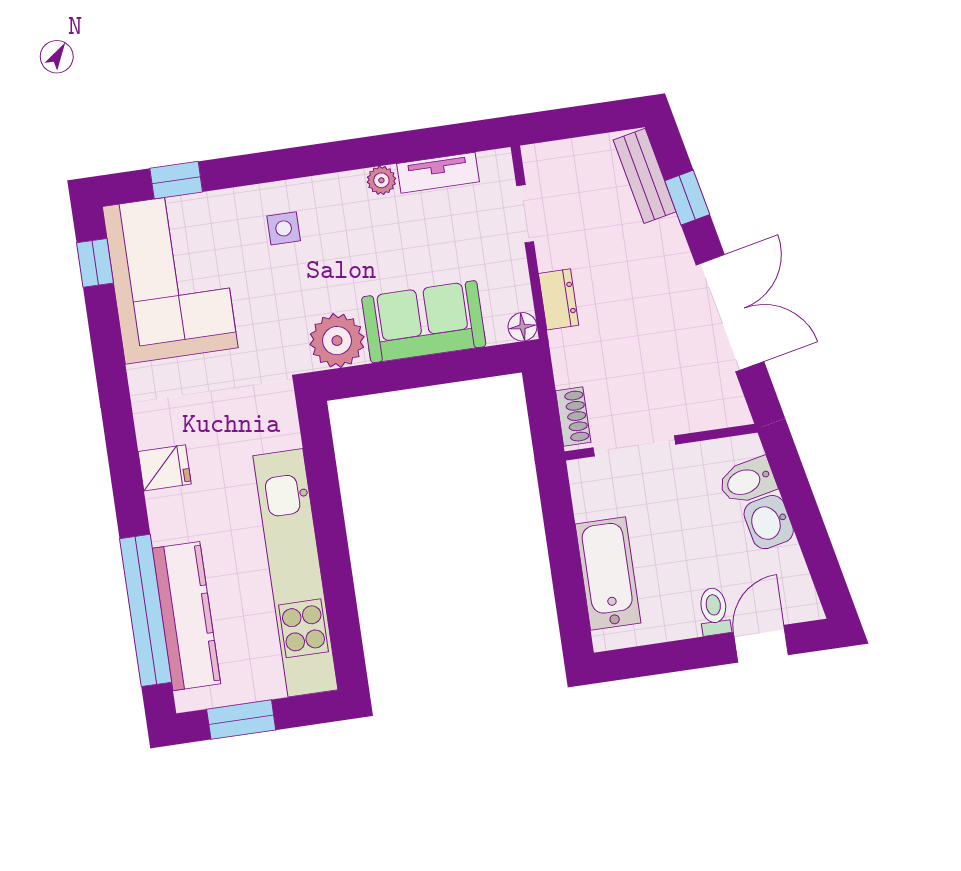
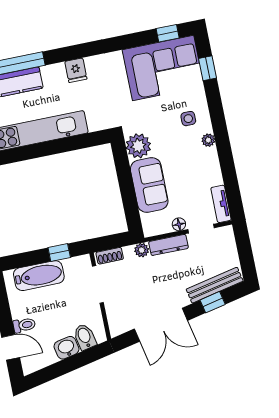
tv unit: (438, 173) -> (221, 204), moved
bench: (645, 176) -> (215, 285), width x1.36
plant: (381, 180) -> (208, 140), moved
dresser: (559, 299) -> (169, 245), width x1.44
floor lamp: (523, 327) -> (179, 224), moved
plant: (565, 346) -> (142, 250), added
window: (560, 526) -> (59, 252), added

